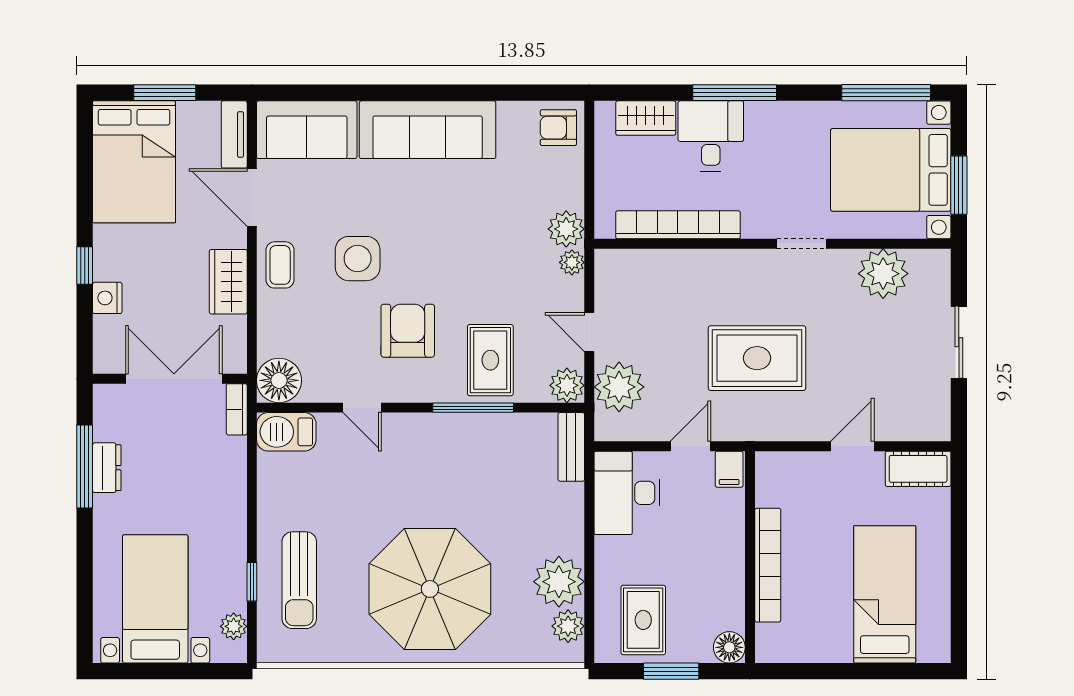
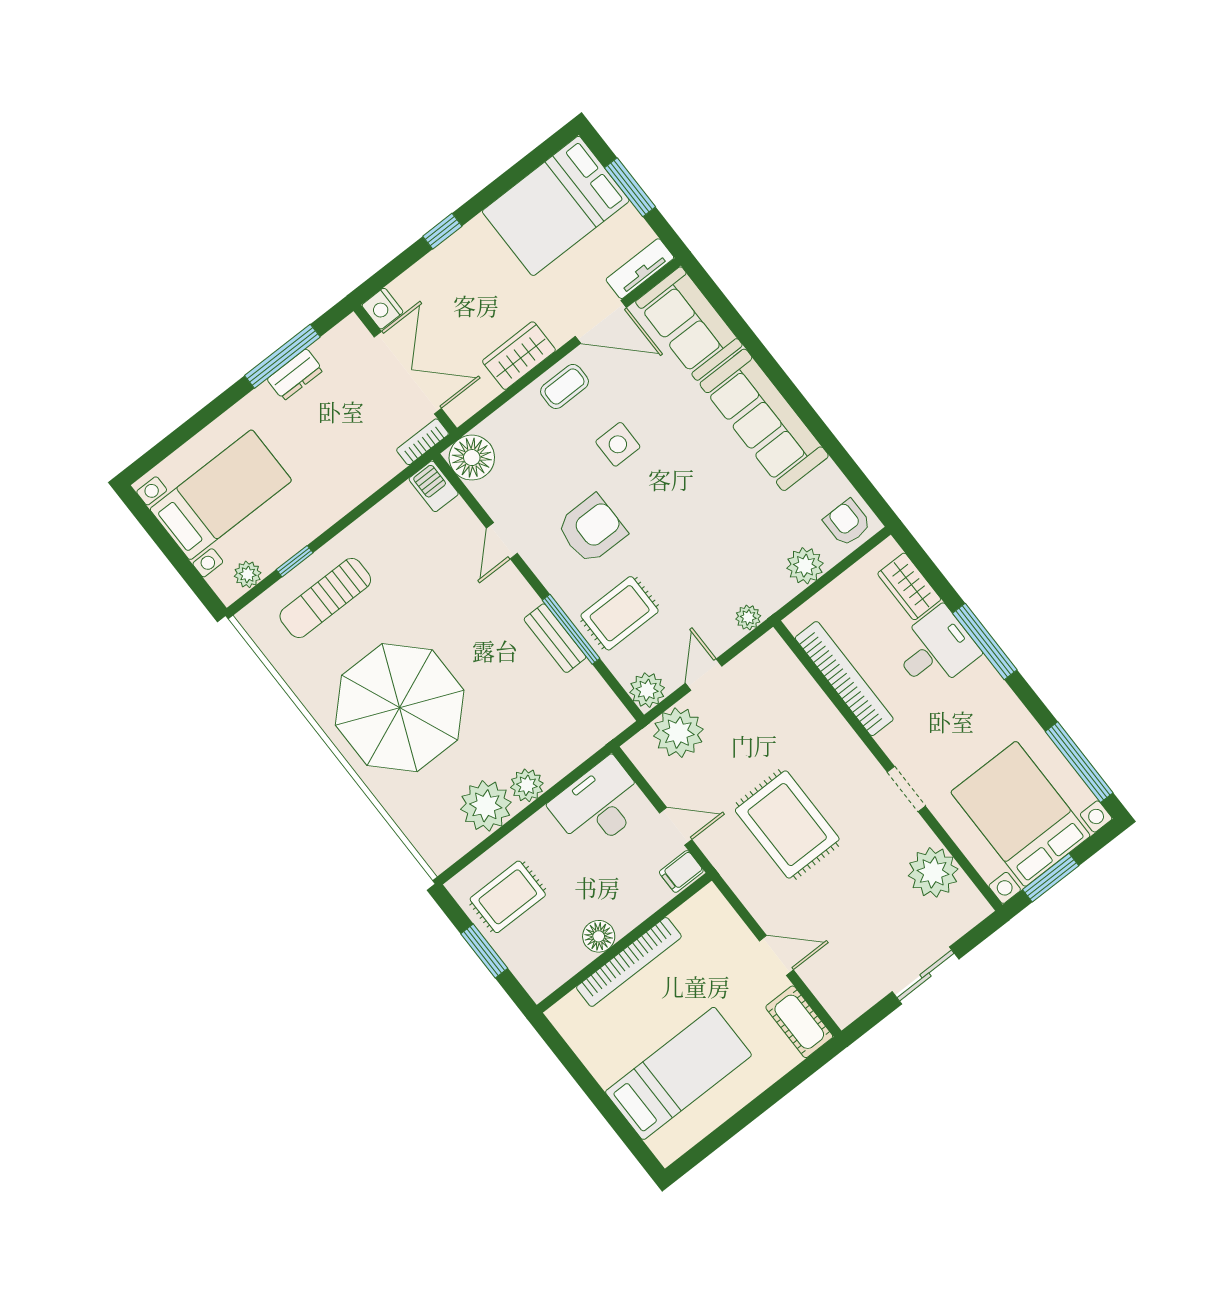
door: (252, 197) -> (601, 322), swing flipped
plant: (566, 229) -> (805, 566), moved
side table: (358, 259) -> (618, 444), width x0.73, depth x0.73
nightstand: (107, 298) -> (382, 309), moved, turned -90
barbecue: (286, 432) -> (434, 486), width x0.73, depth x0.79
bench: (571, 447) -> (555, 638), moved, turned 90
plant: (568, 626) -> (527, 785), moved
floor lamp: (729, 647) -> (599, 936), moved

